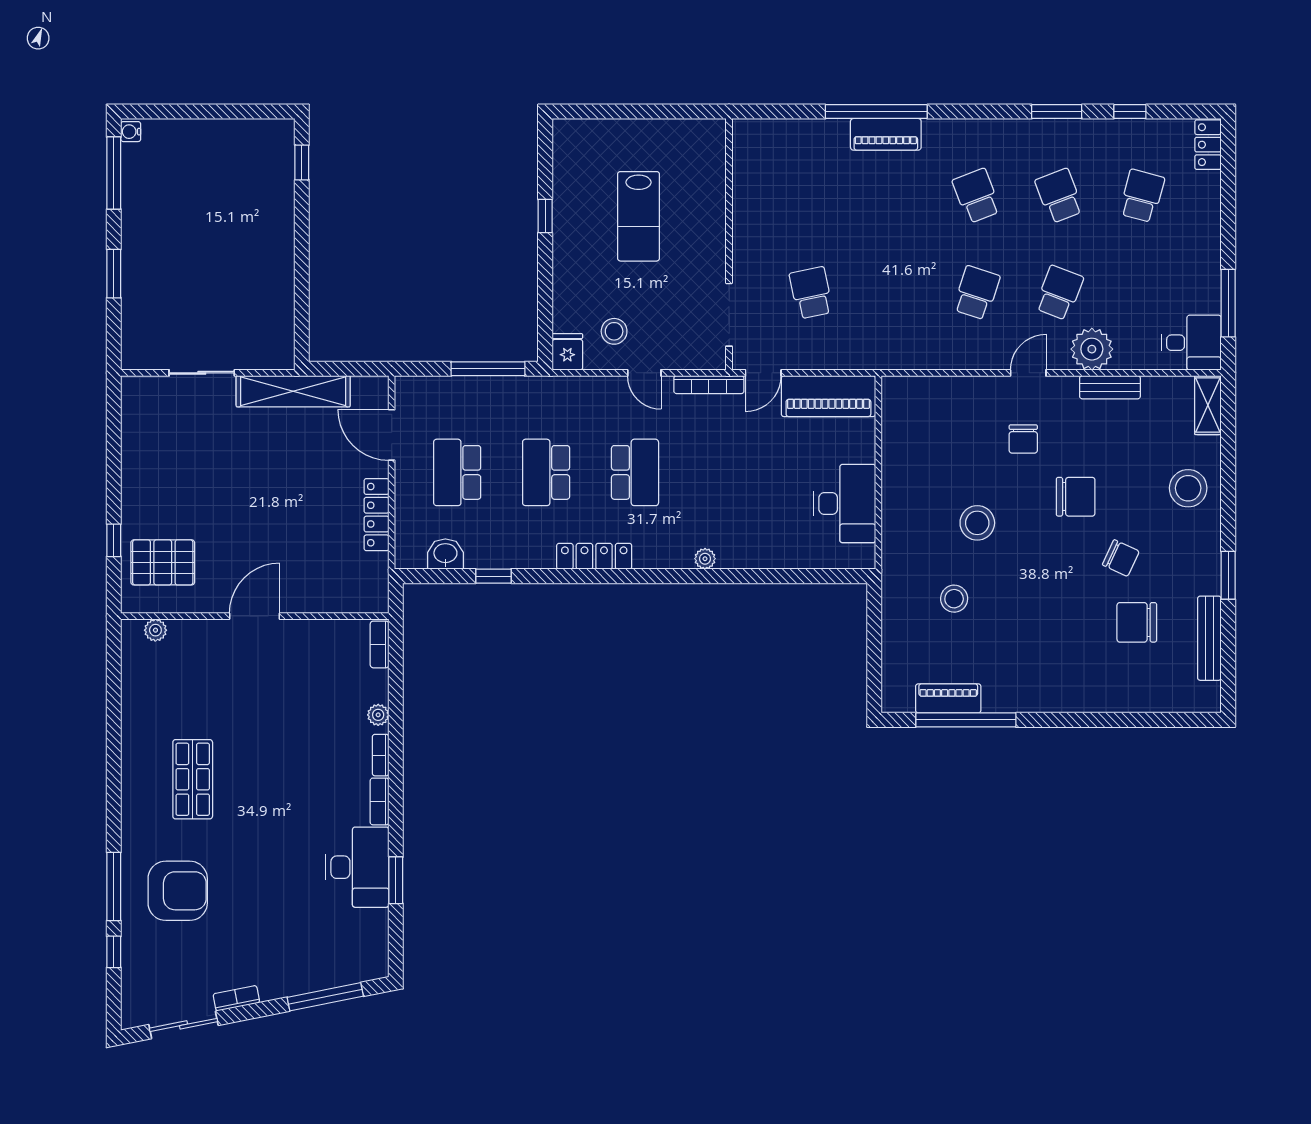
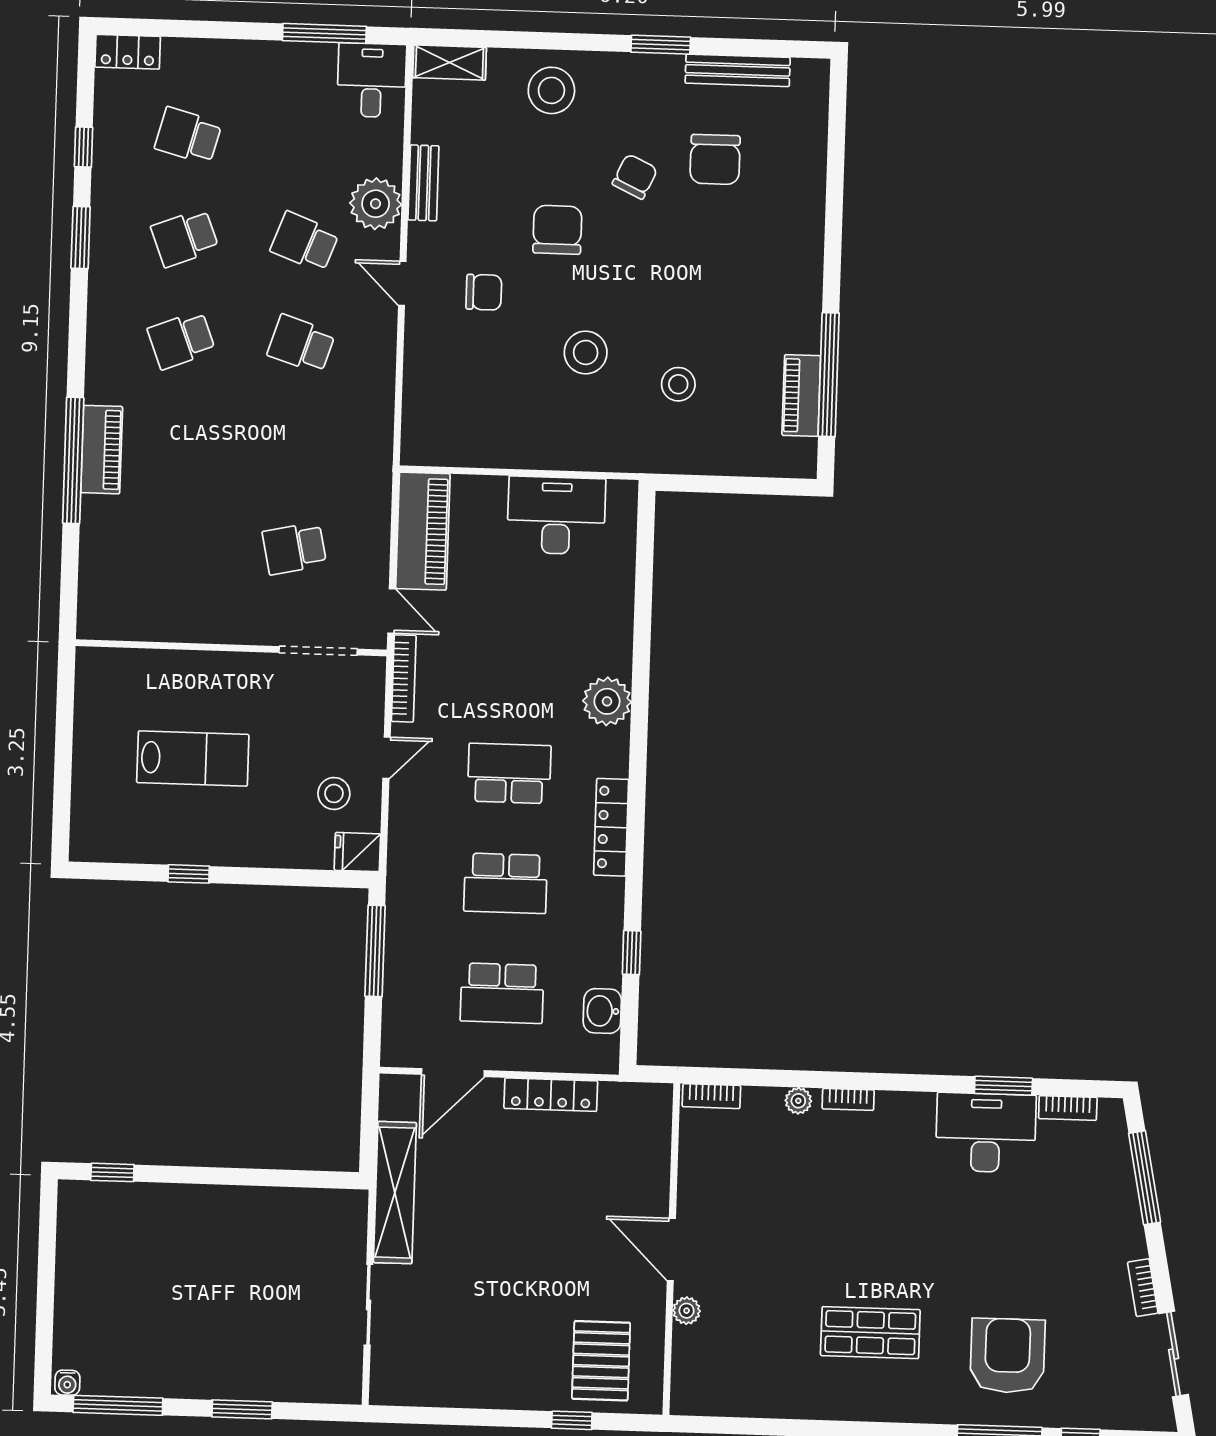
plant: (705, 559) -> (607, 701), width x1.87, depth x1.87
plant: (155, 630) -> (687, 1311), moved
bookcase: (380, 801) -> (1068, 1108), moved

